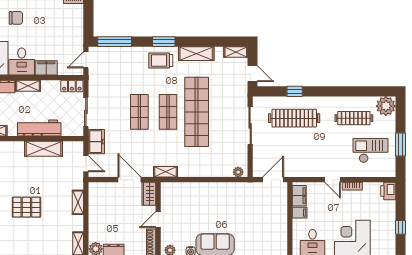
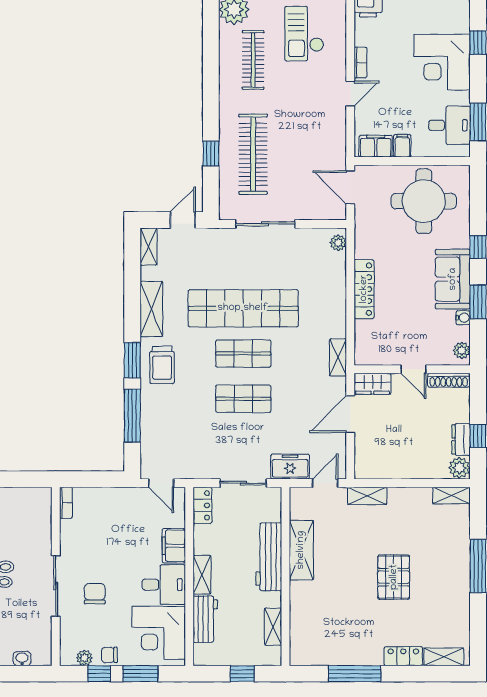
window: (115, 42) -> (132, 416), moved
locker: (209, 188) -> (364, 289), added
shelving: (78, 202) -> (367, 496), moved
round table: (264, 226) -> (424, 201), added

